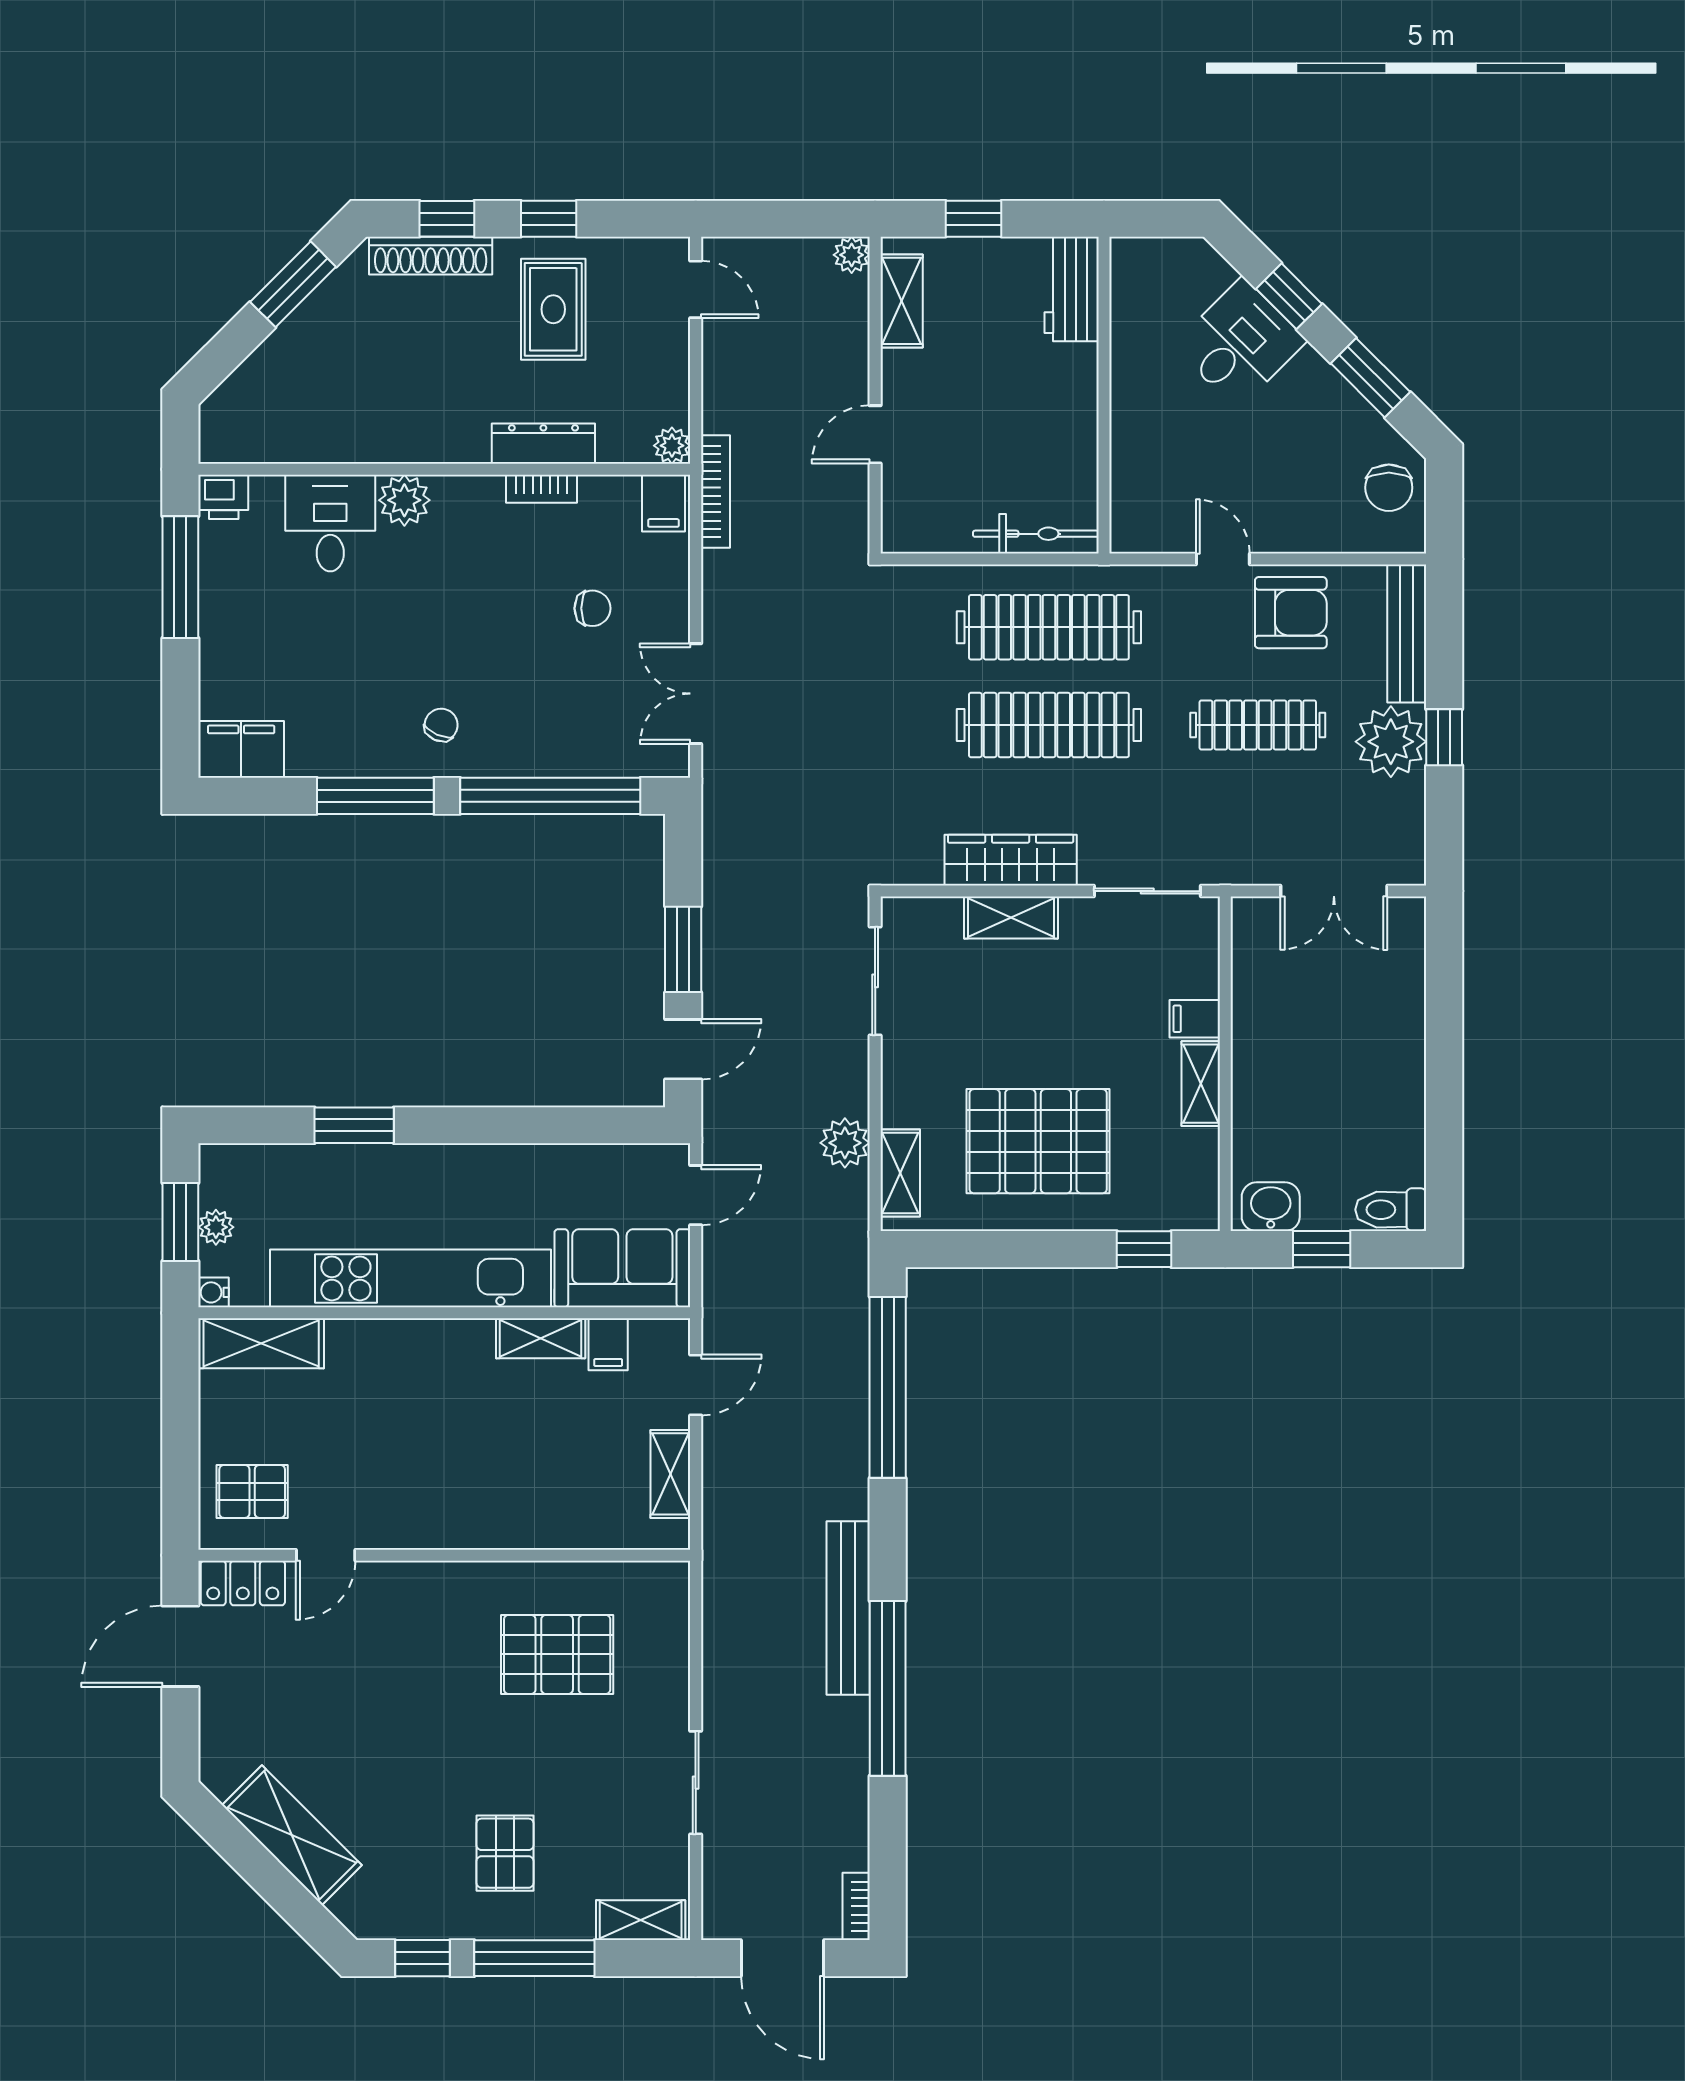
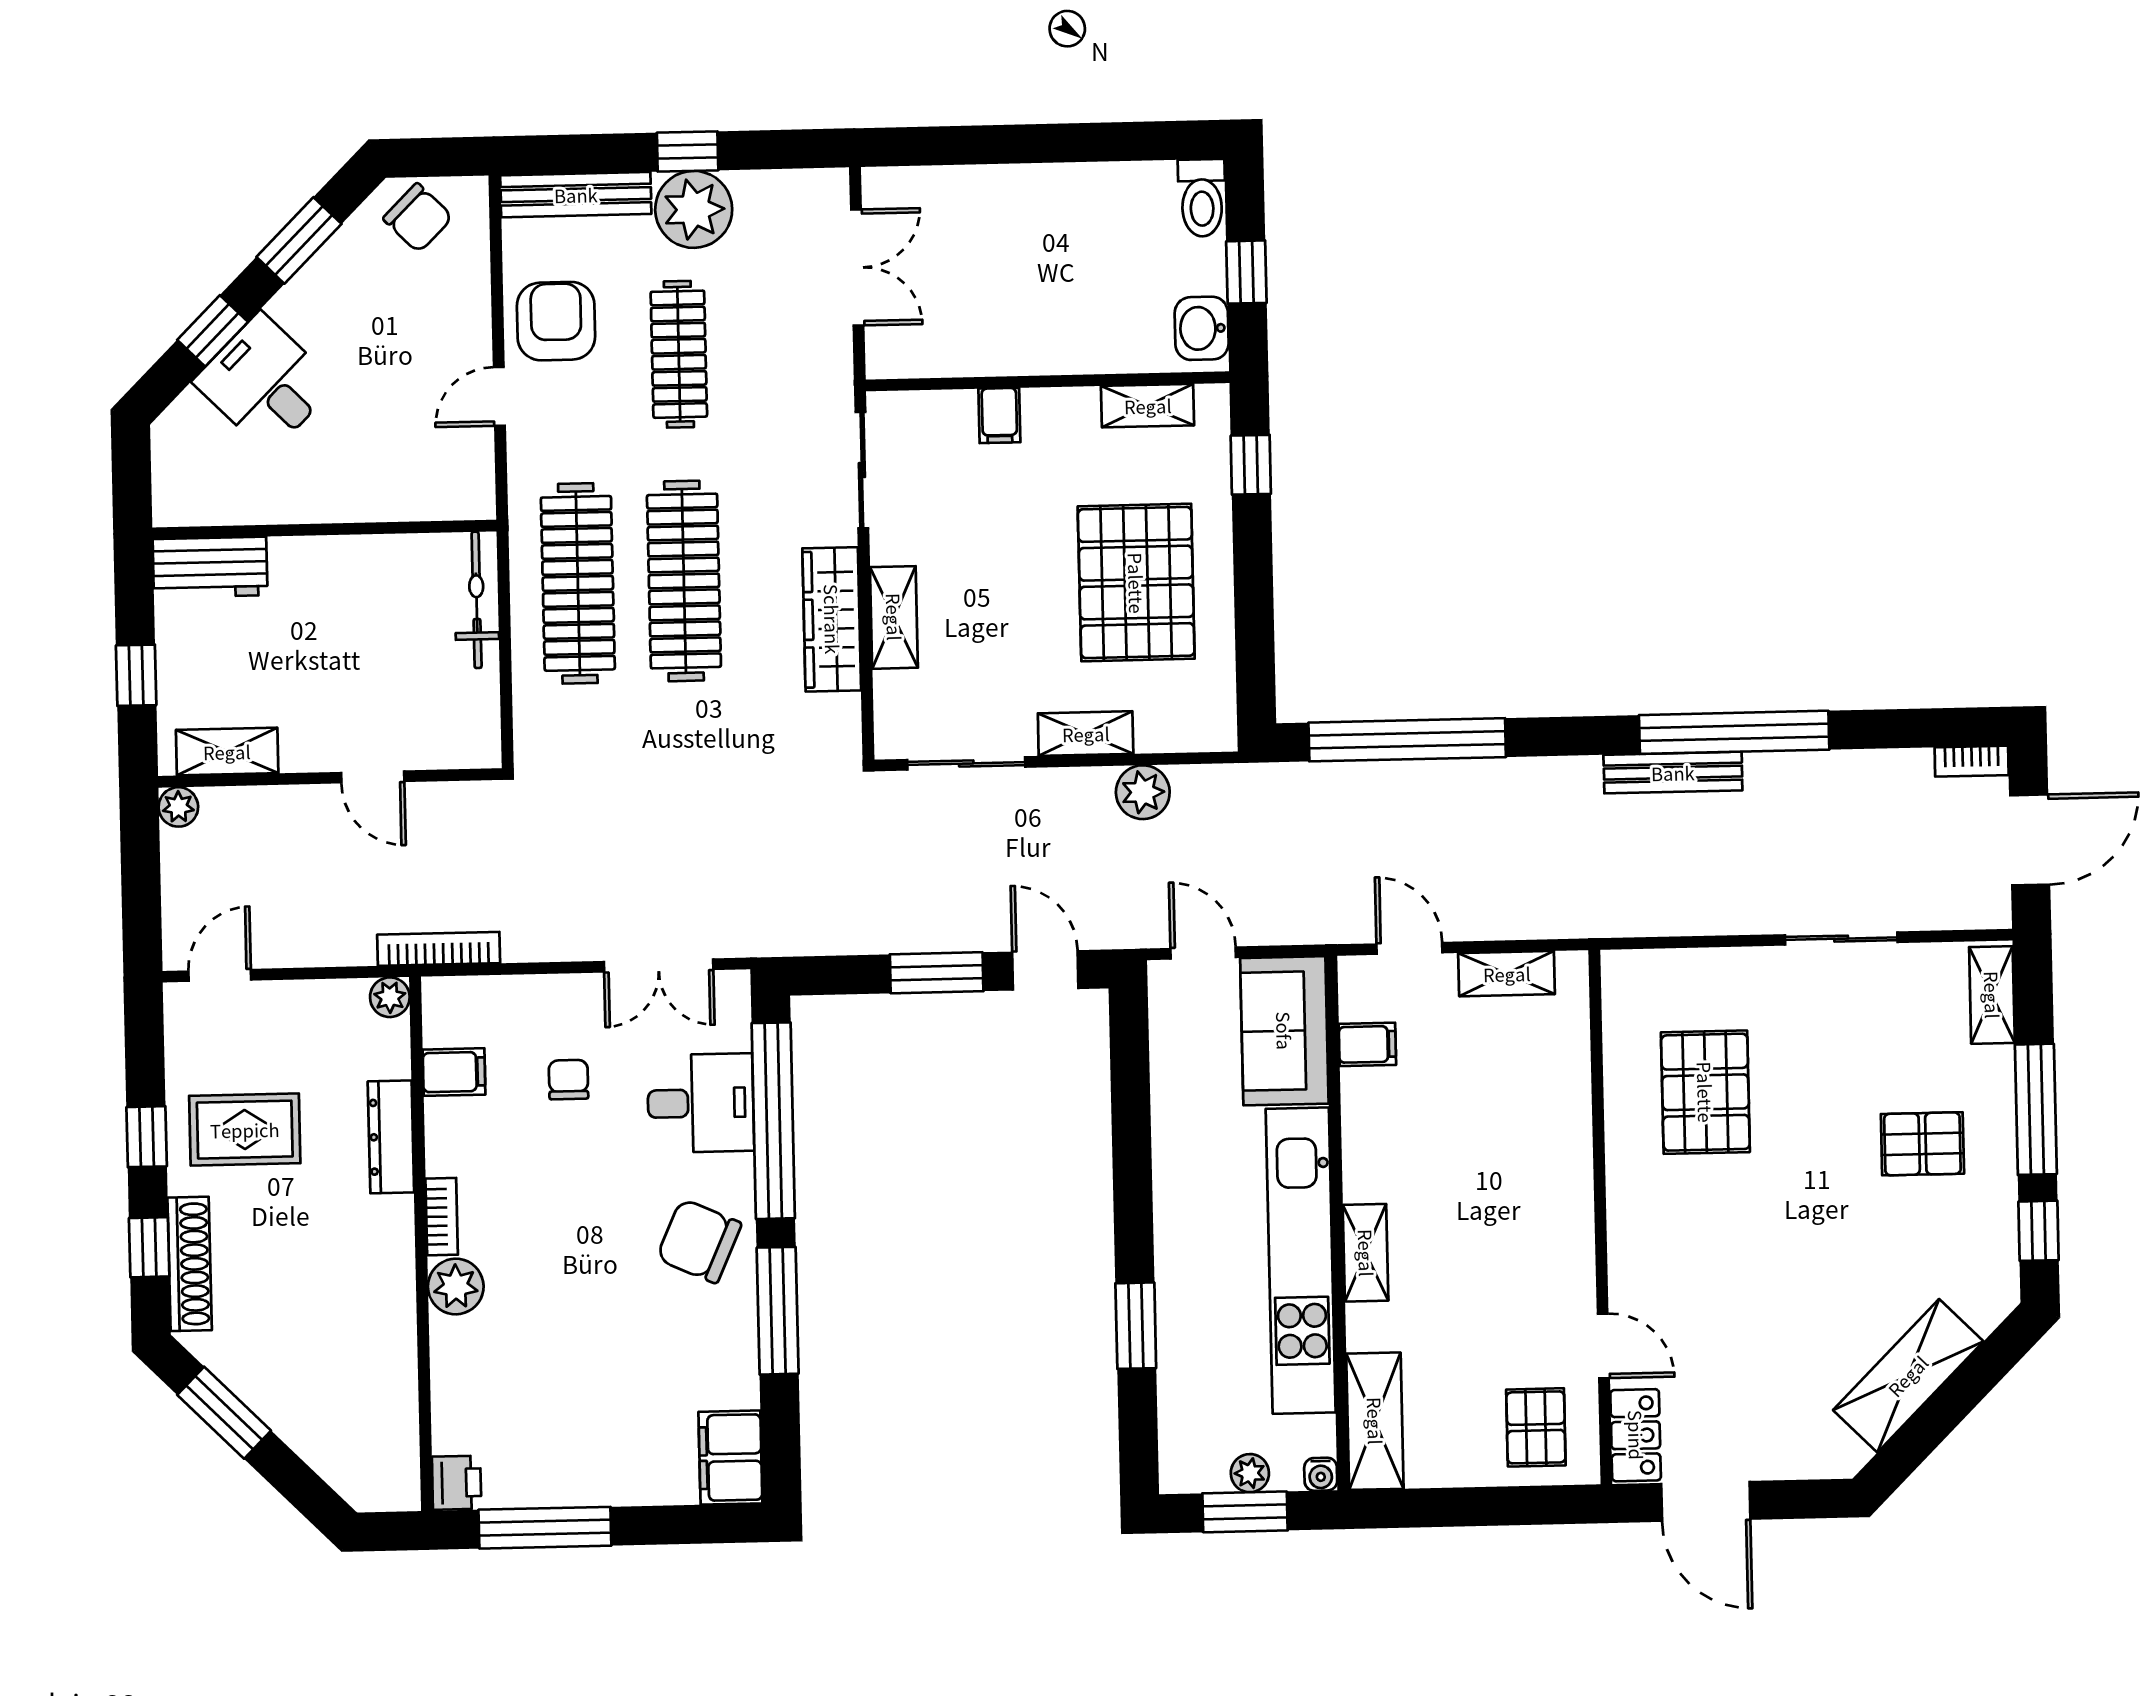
chair: (1389, 488) -> (418, 218), turned 45
bookcase: (541, 489) -> (442, 1217), moved
filing cabinet: (663, 503) -> (454, 1072), moved
desk: (330, 523) -> (701, 1103), moved, turned 180
chair: (441, 725) -> (699, 1241), width x1.87, depth x1.87
shelving: (1201, 1084) -> (1148, 406), moved
shelving: (900, 1173) -> (1086, 734), moved
shelving: (541, 1338) -> (1366, 1253), moved
bench: (848, 1608) -> (1673, 773), width x0.73, depth x0.82

